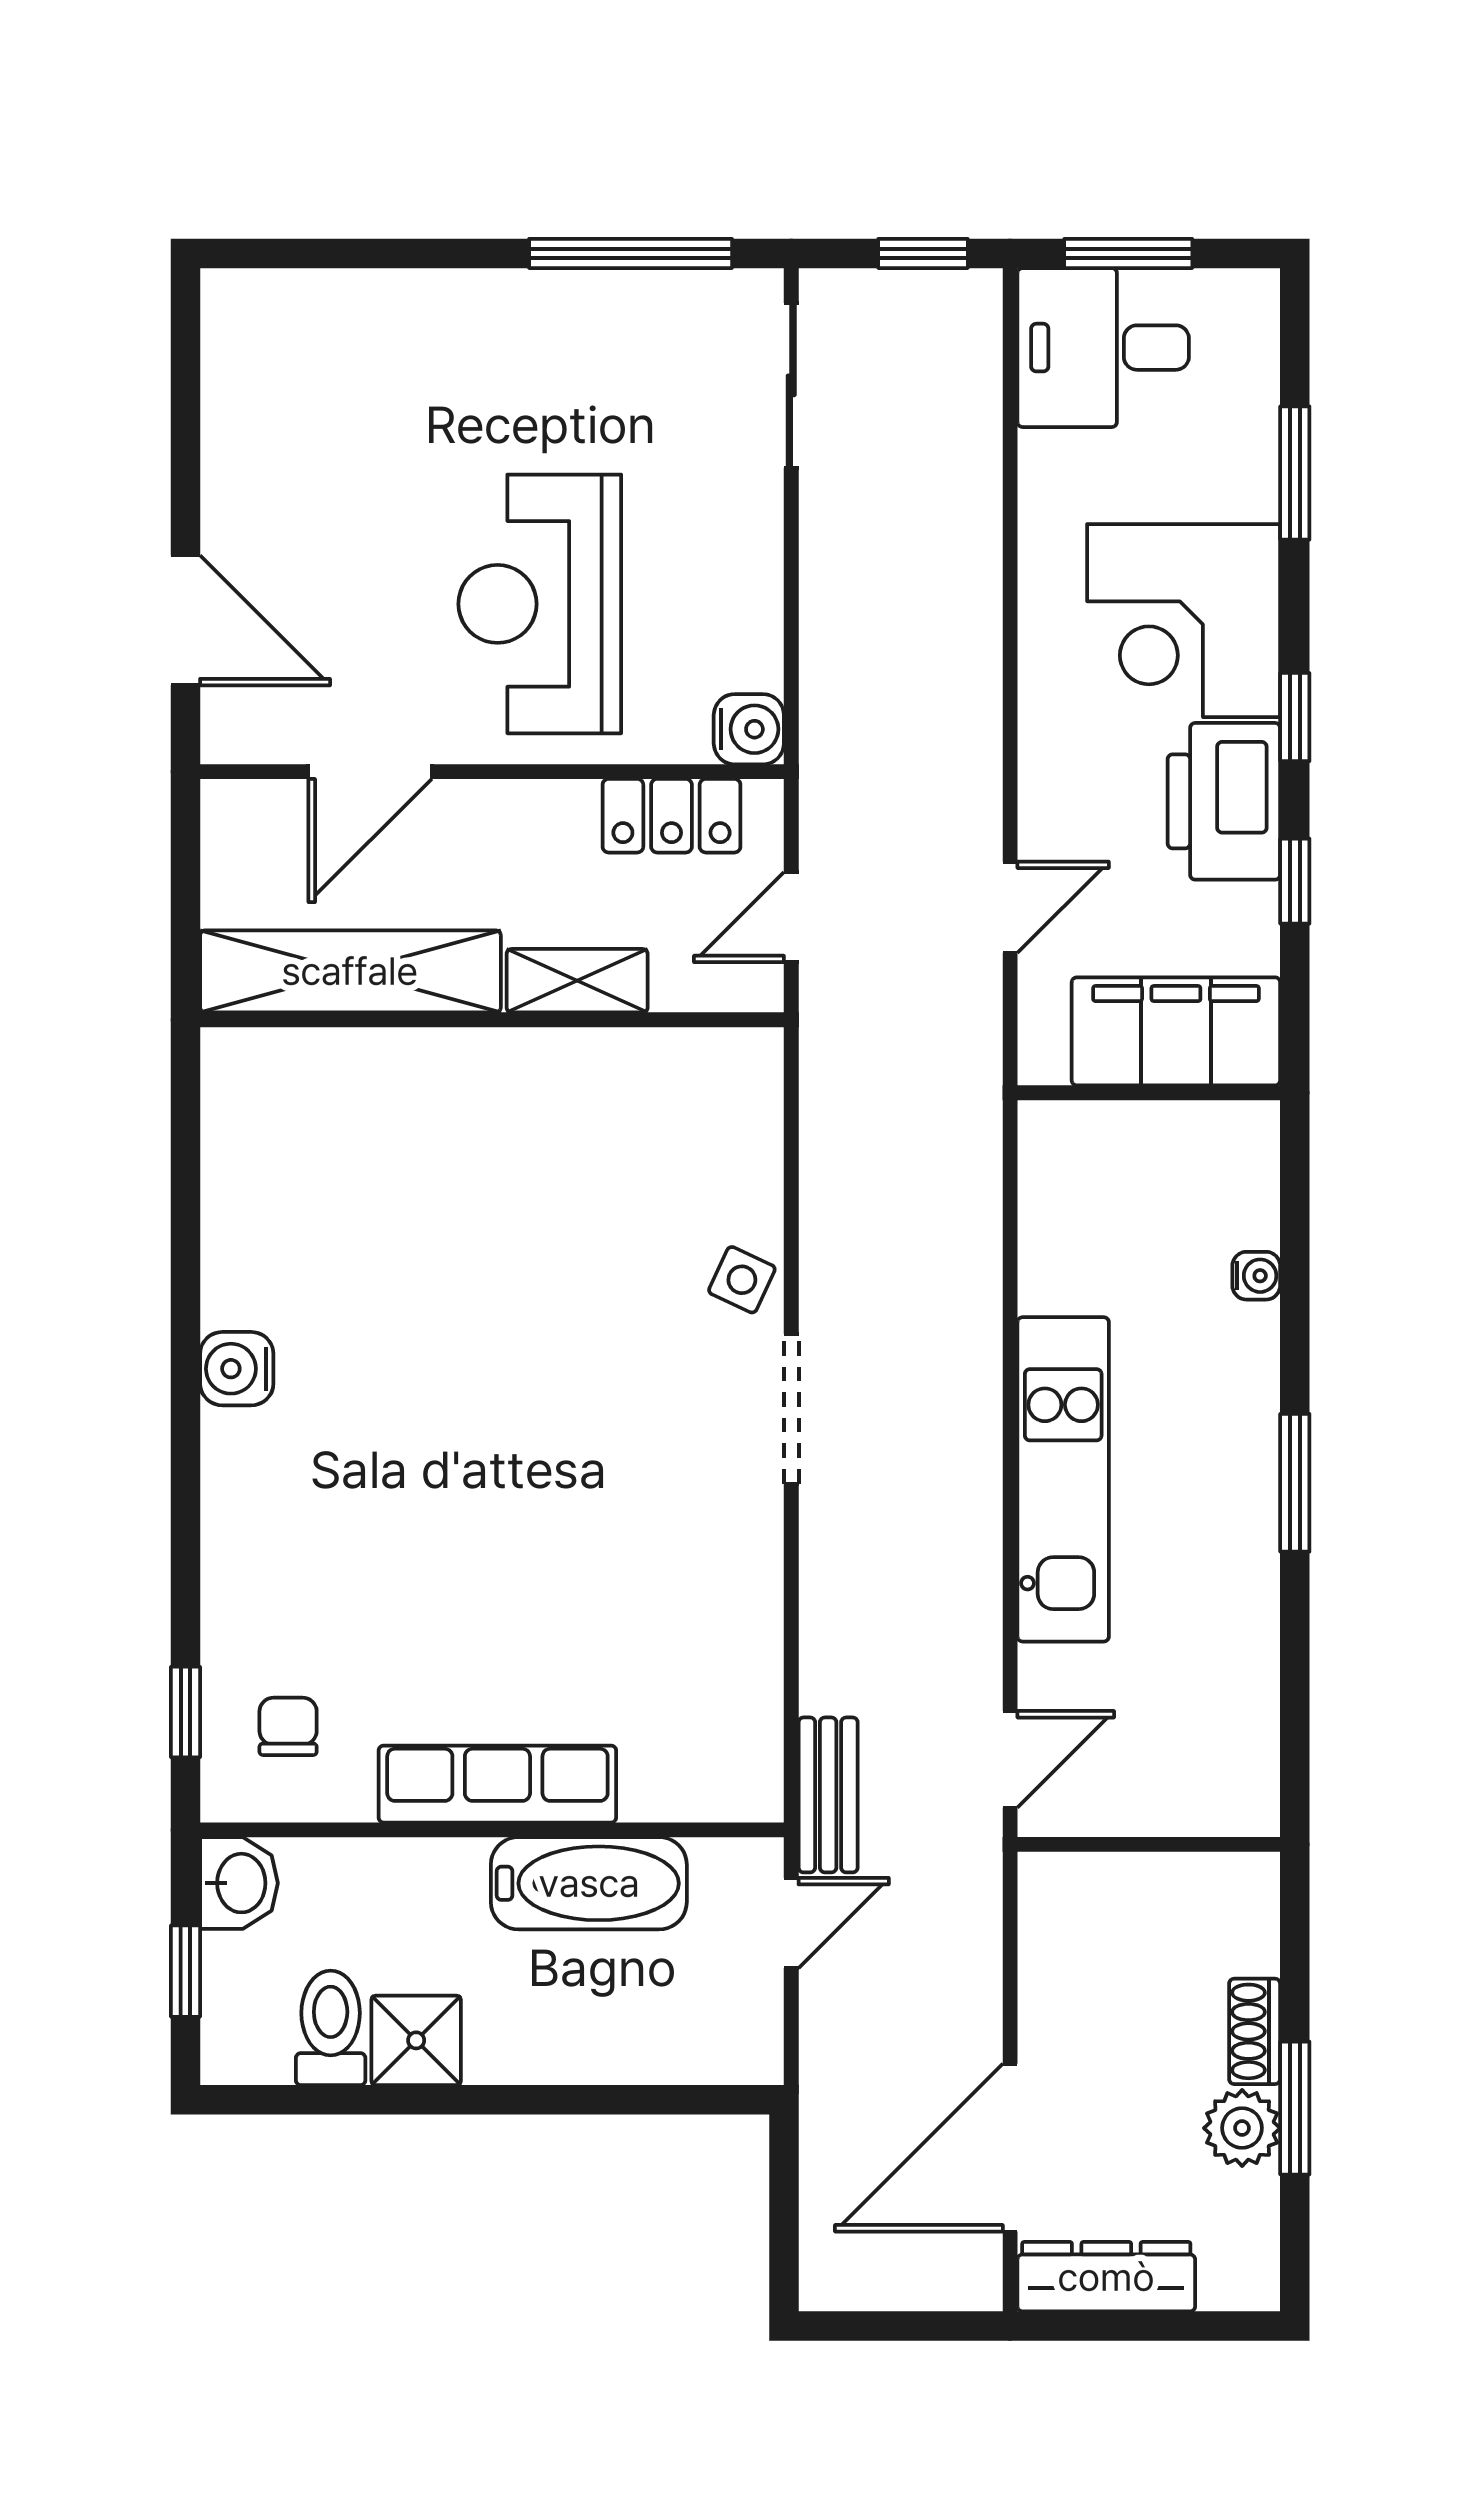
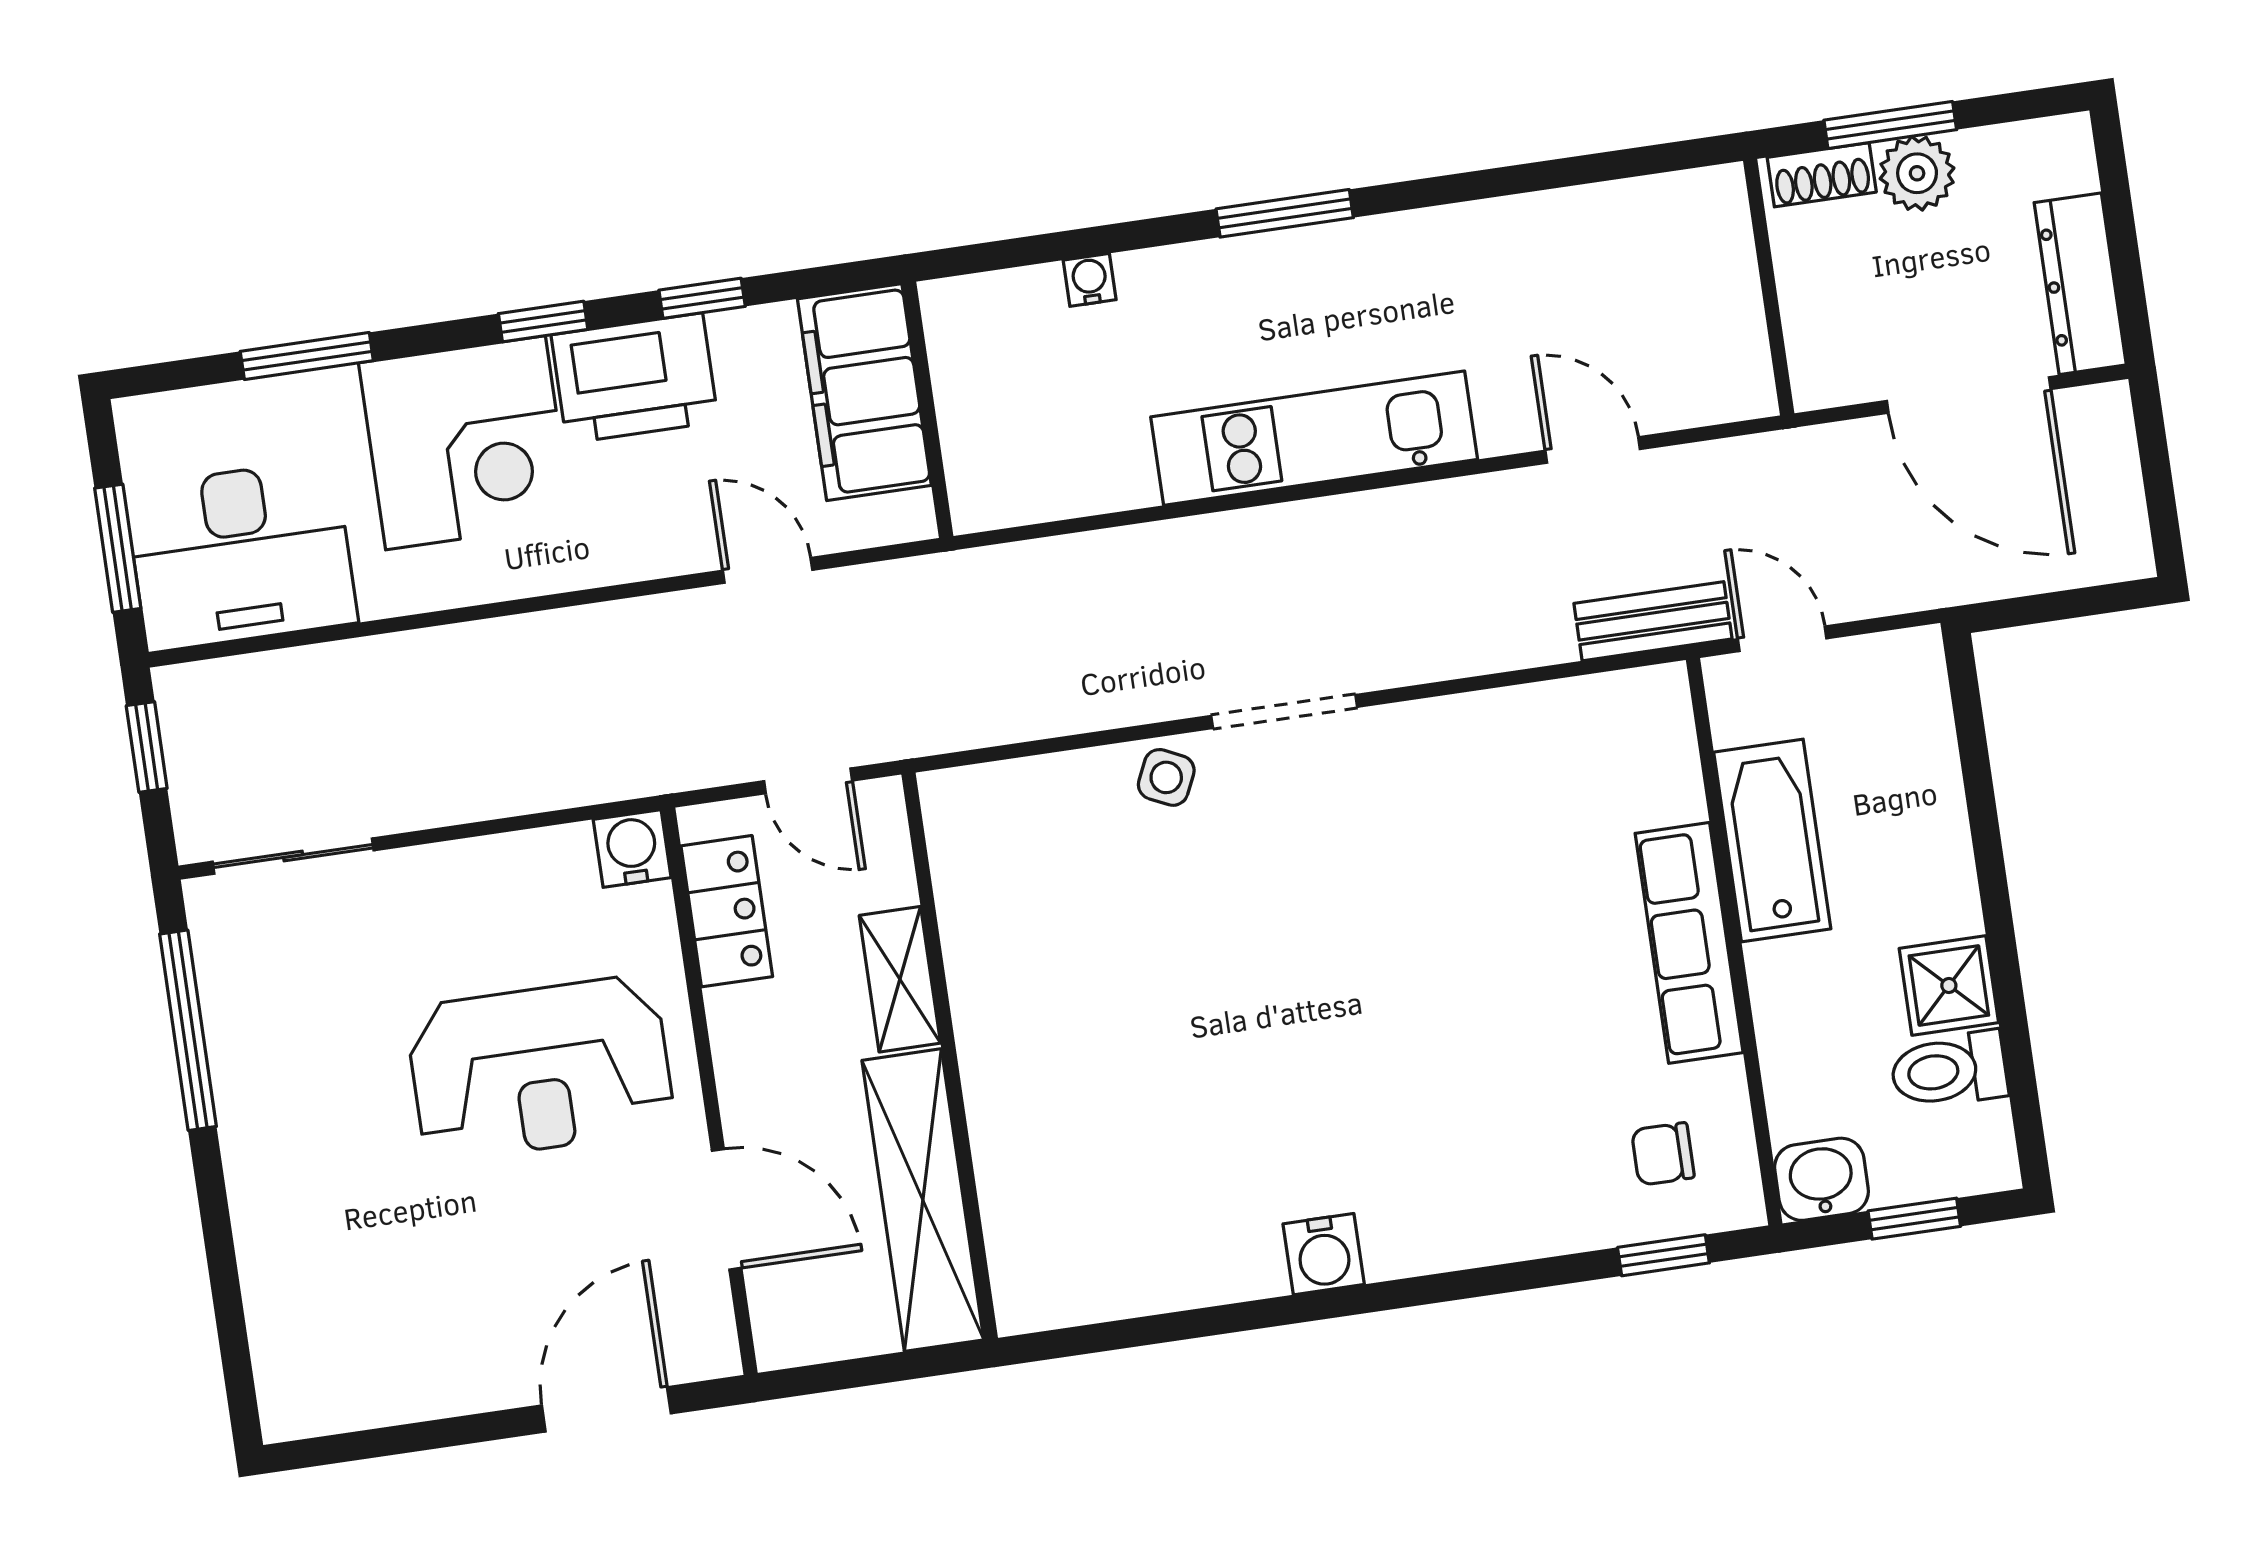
desk: (1103, 348) -> (241, 555), width x1.37
wall: (1149, 1844) -> (1769, 287), moved

